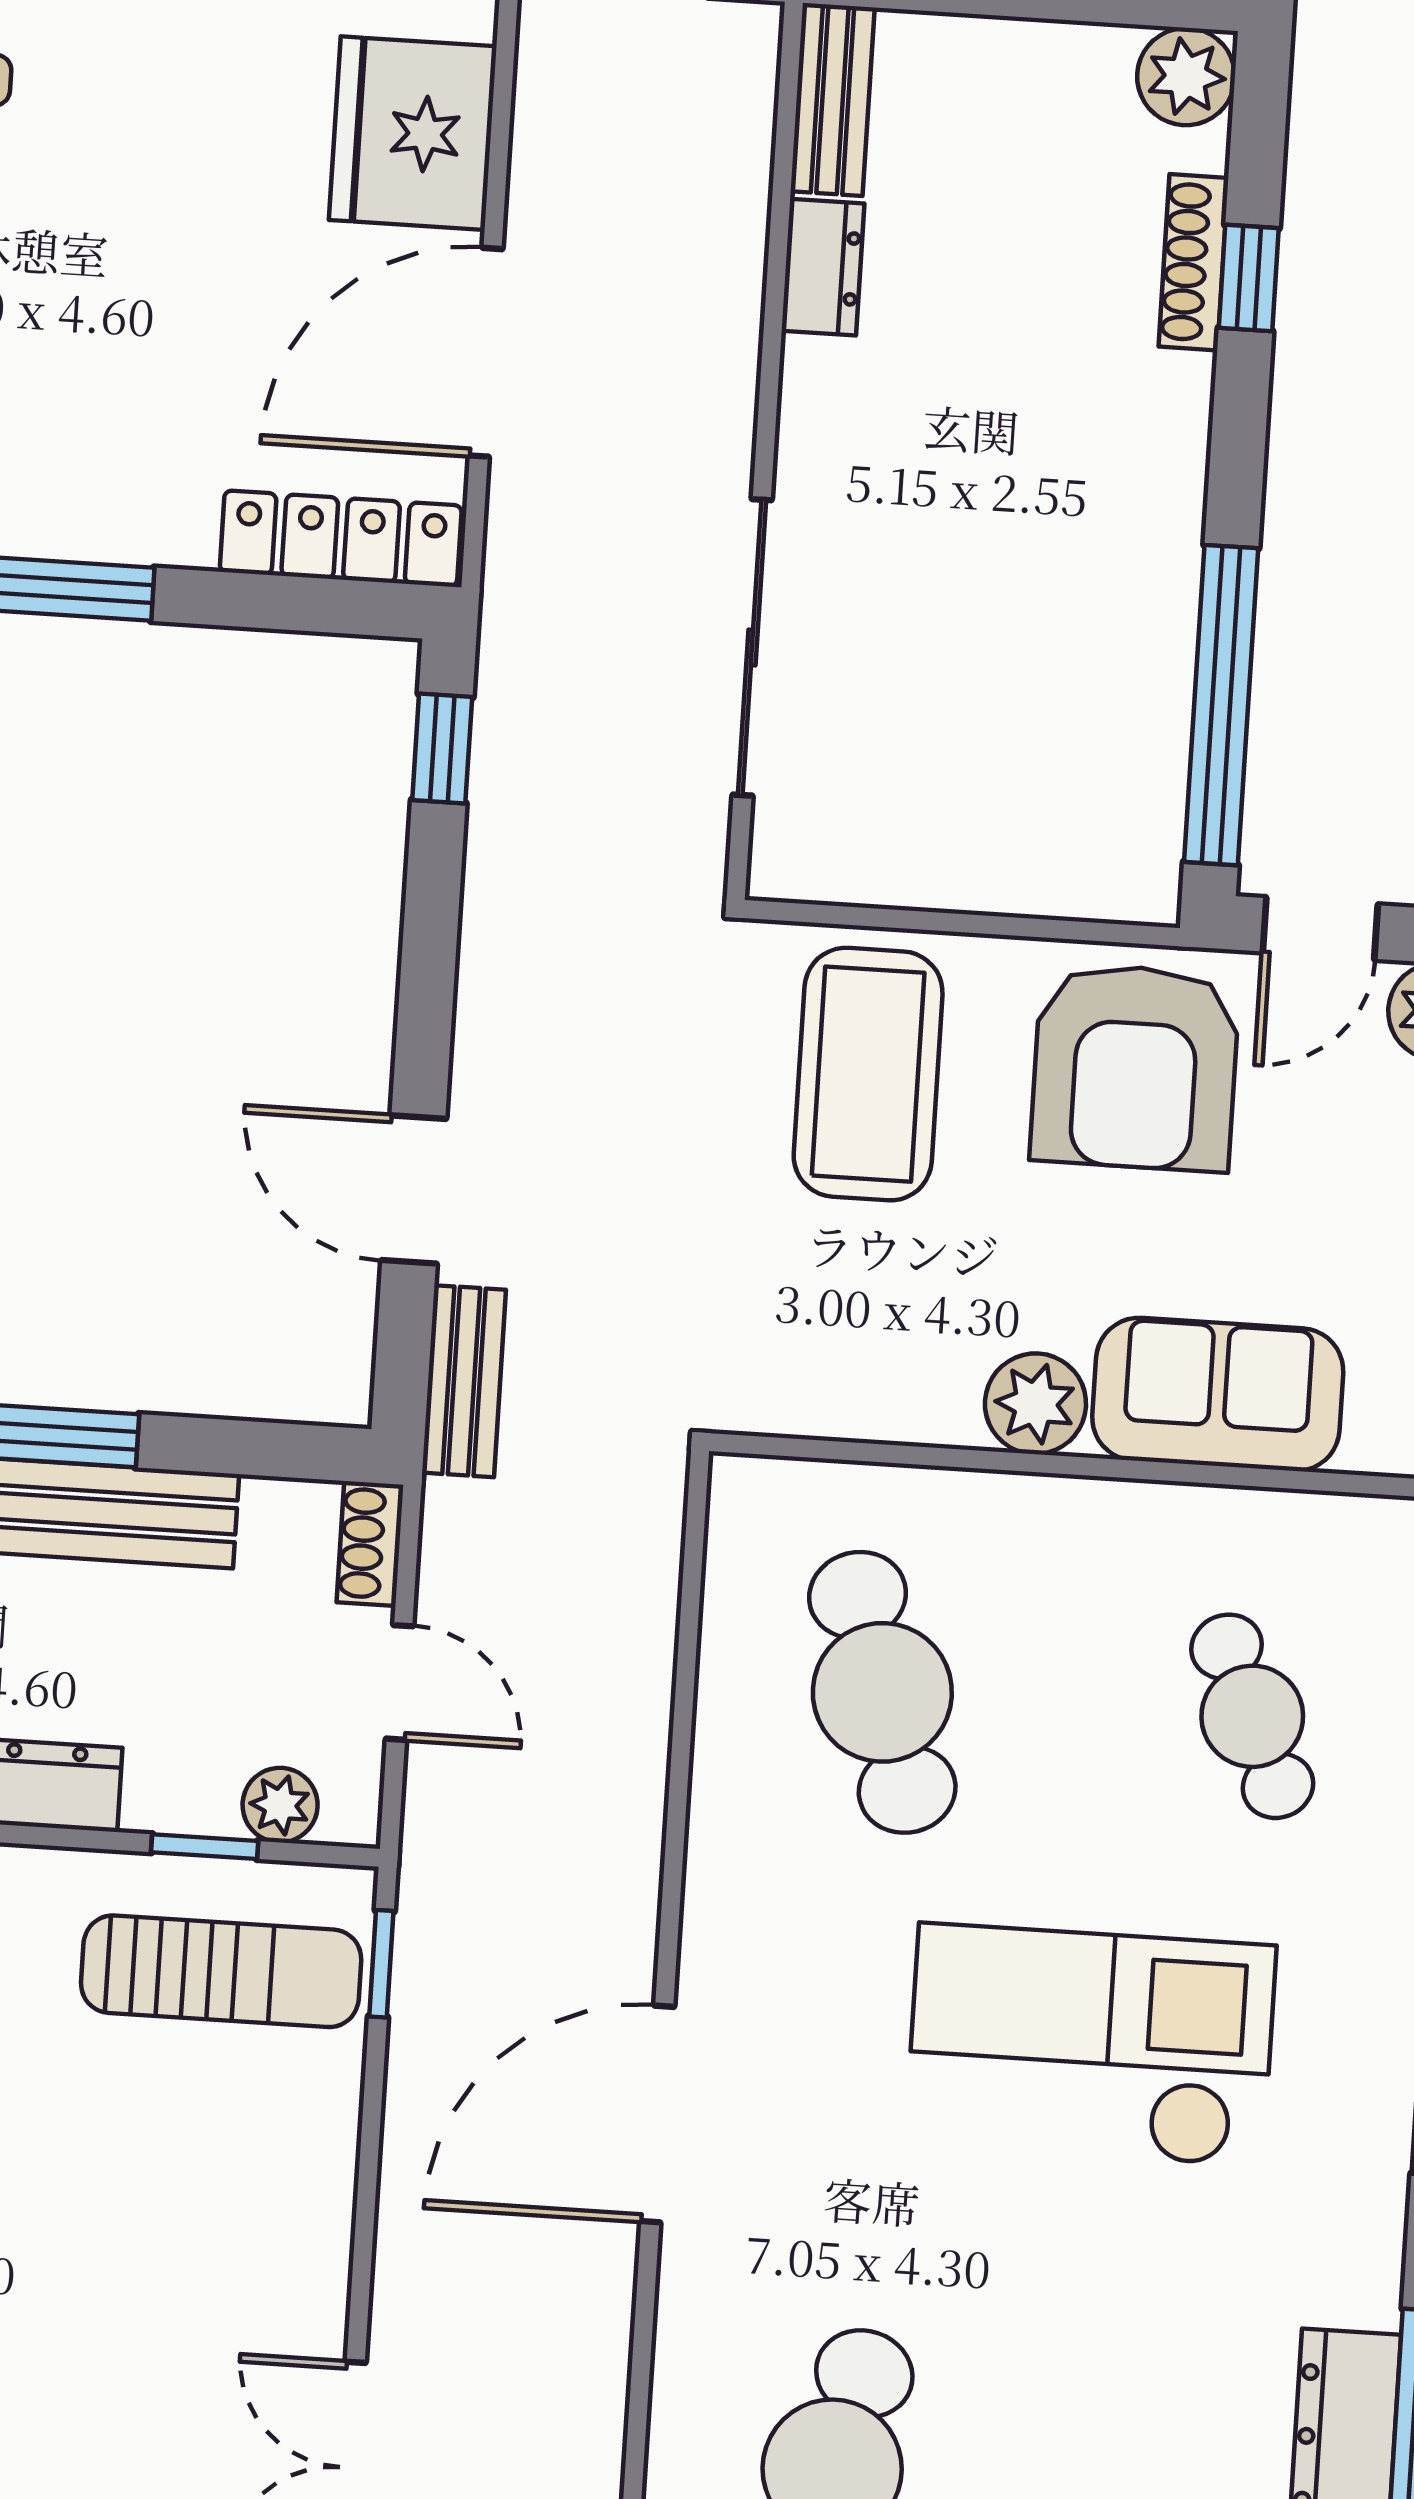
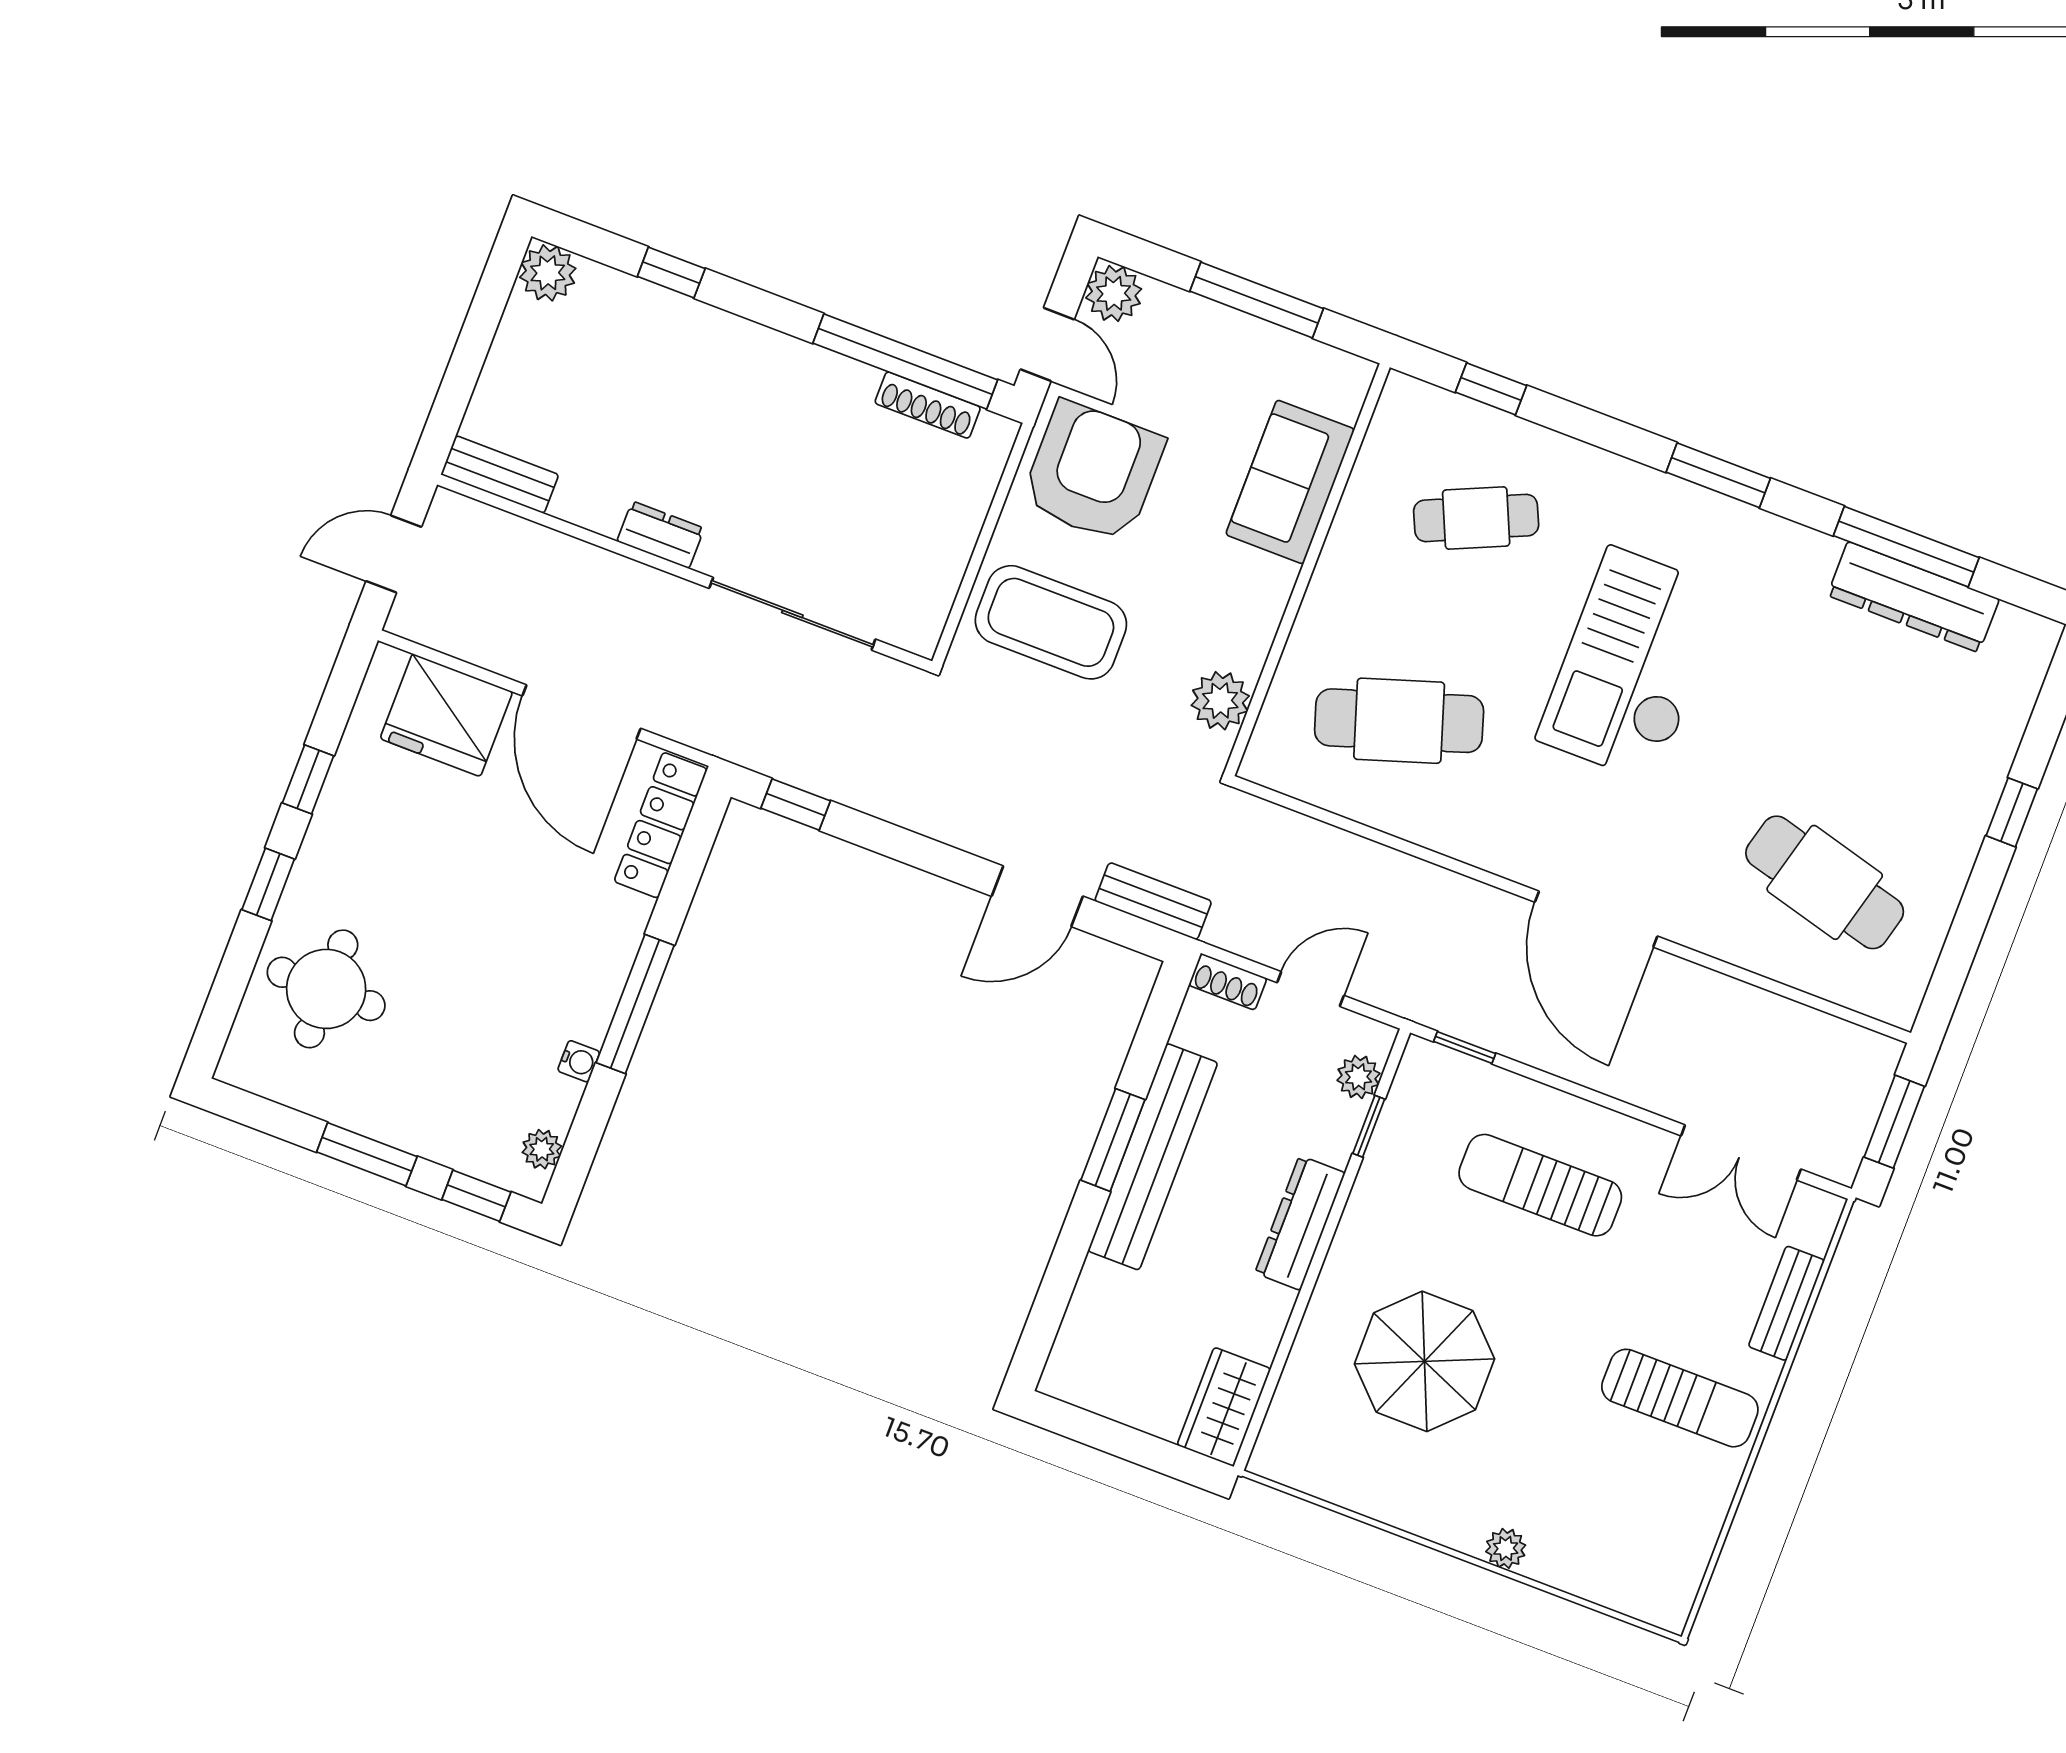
shoe rack: (1194, 262) -> (928, 405), moved
dresser: (823, 267) -> (660, 535), moved
armchair: (1135, 1067) -> (1093, 472), turned -90
plant: (1035, 1404) -> (1220, 701), moved
sun lounger: (221, 1971) -> (1540, 1185), moved, turned -90

